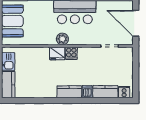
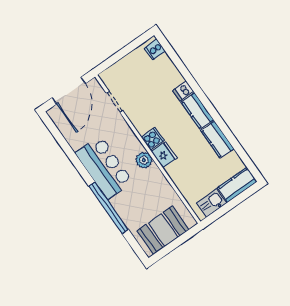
kitchen counter: (105, 92) -> (217, 140), moved

